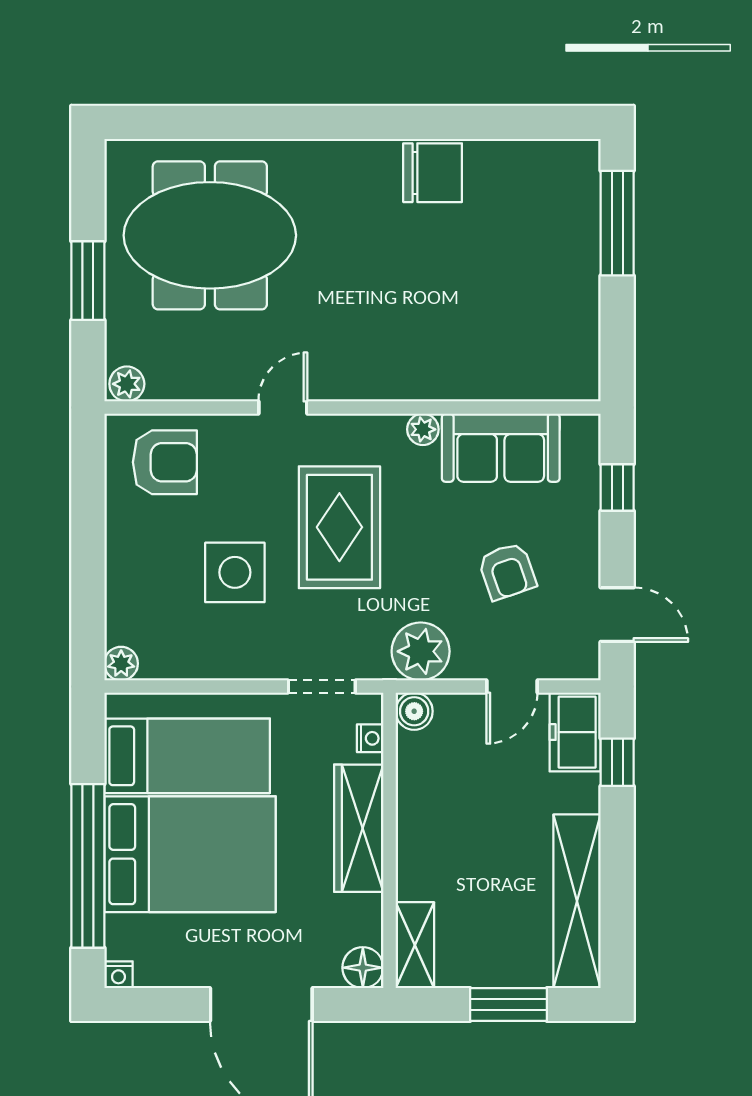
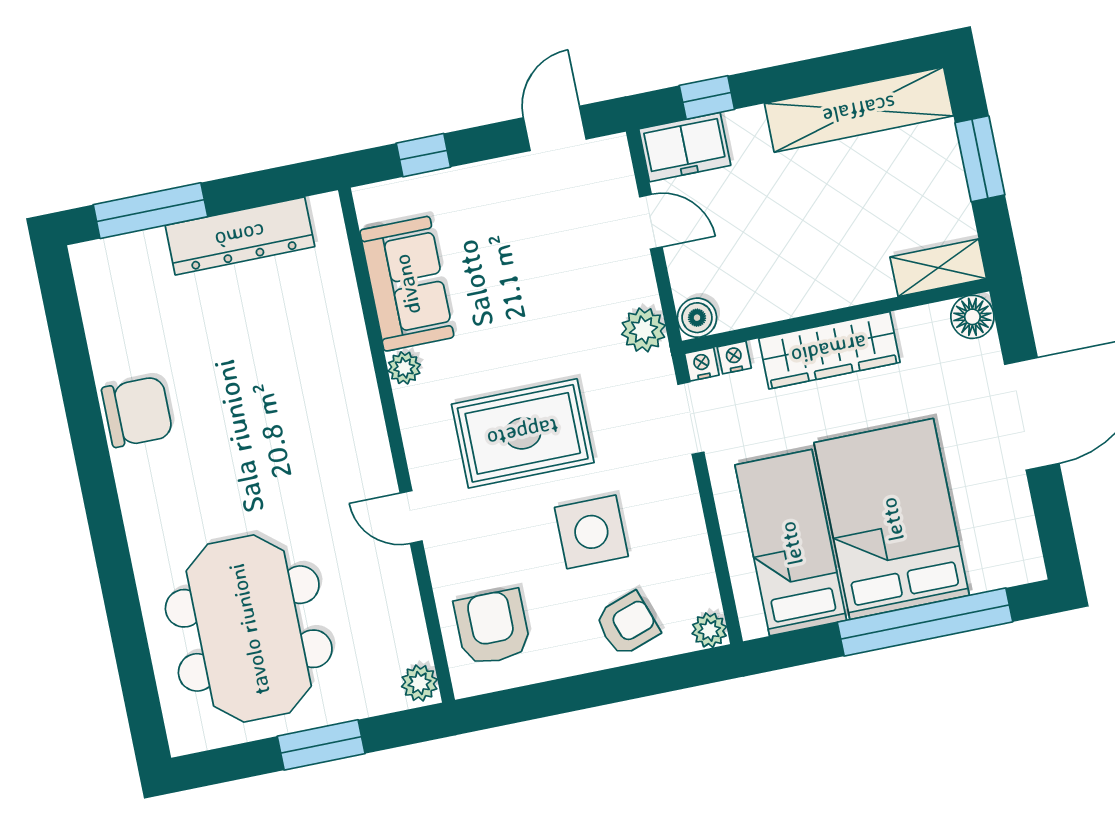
chair: (433, 173) -> (137, 412), turned 90
dresser: (577, 302) -> (240, 236), added
armchair: (507, 571) -> (627, 624), moved
plant: (421, 651) -> (643, 330), width x0.73, depth x0.73
nightstand: (118, 975) -> (702, 364), moved, turned -90

